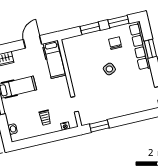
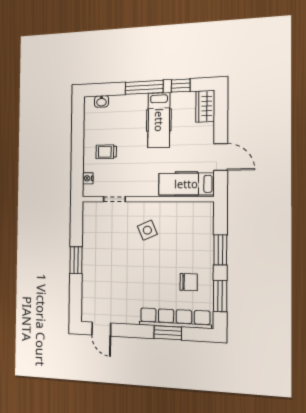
side table: (109, 69) -> (147, 230), moved
window: (99, 126) -> (76, 260), moved

